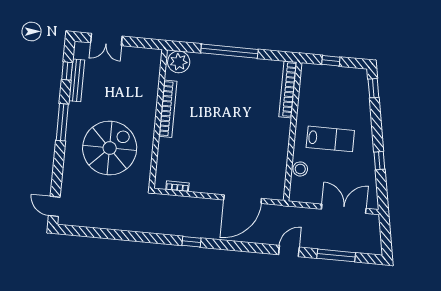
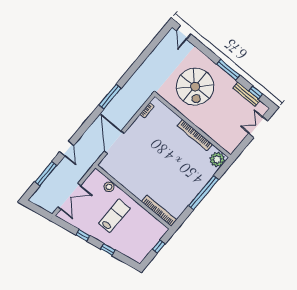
window: (373, 88) -> (108, 249), moved
lab bench: (330, 139) -> (114, 216), turned 180
door: (54, 206) -> (183, 32), swing flipped
window: (191, 242) -> (110, 97), width x2.17

